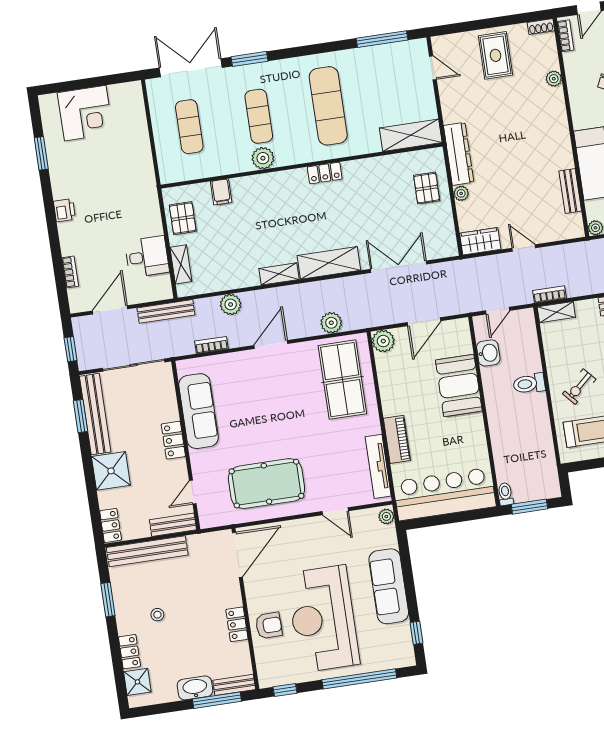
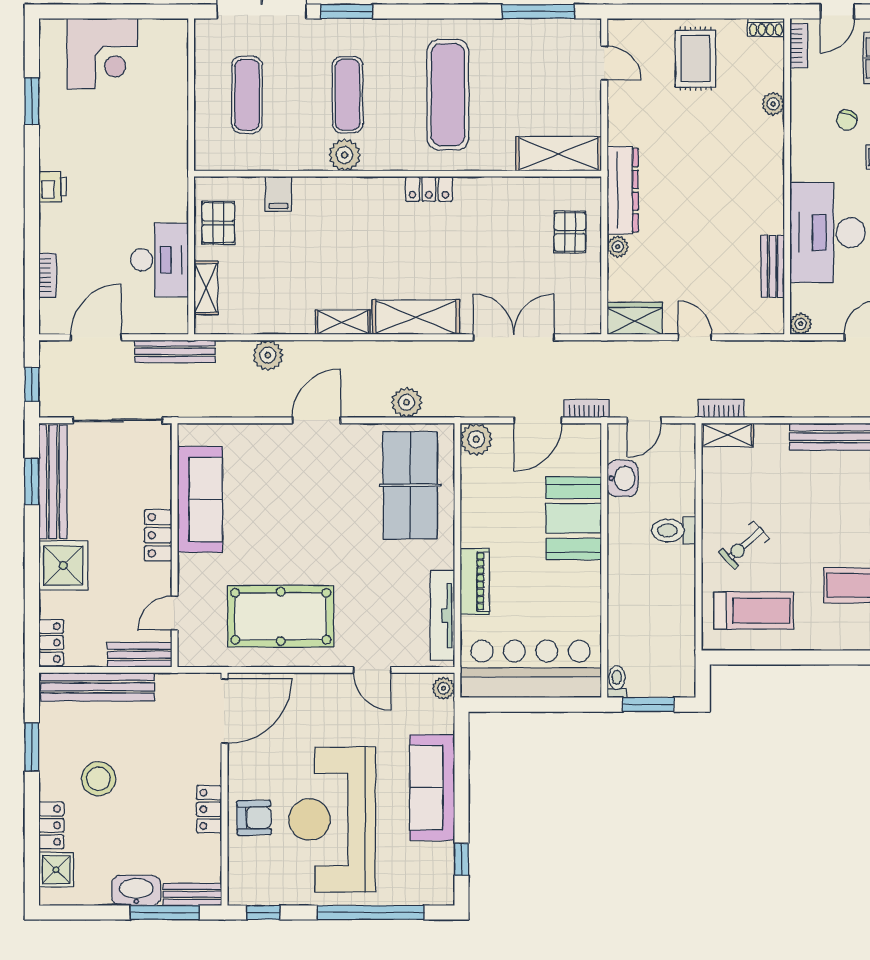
desk: (147, 257) -> (160, 260), width x1.37
bookcase: (211, 345) -> (587, 408), moved
stool: (157, 615) -> (99, 779), width x1.89, depth x1.89

